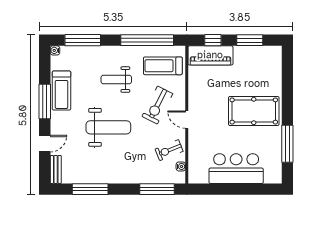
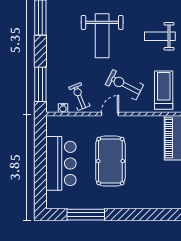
weight bench: (116, 79) -> (160, 36), moved, turned -90
pool table: (254, 111) -> (110, 161), moved

